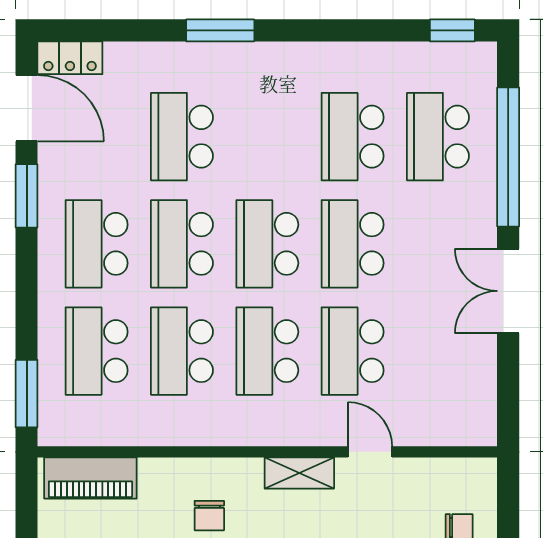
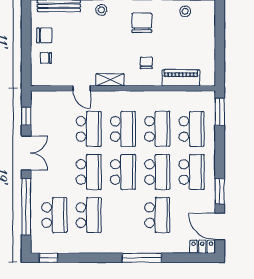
window: (220, 30) -> (142, 258), width x1.44
window: (508, 383) -> (26, 116), added
piano: (90, 478) -> (181, 78), moved

